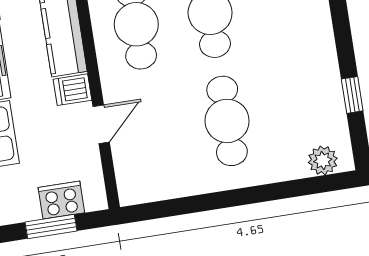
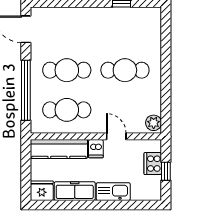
plant: (323, 160) -> (154, 123), moved
window: (51, 227) -> (166, 171), width x0.67

